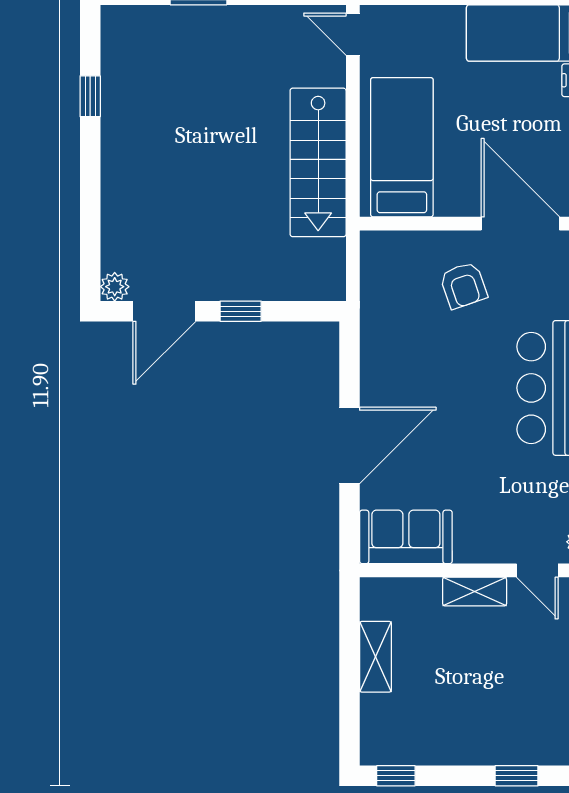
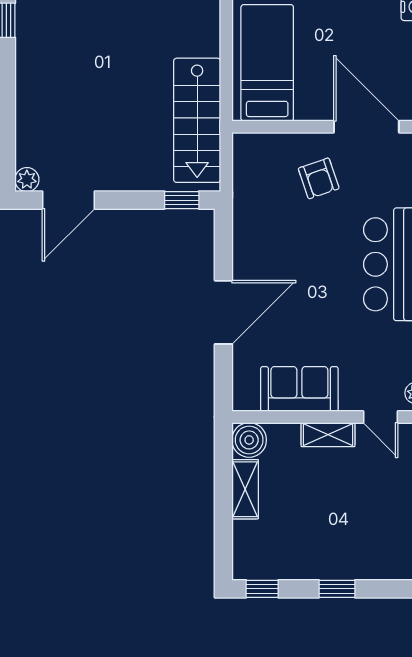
stairs: (318, 162) -> (197, 120), moved
window: (241, 311) -> (182, 200), moved
sofa: (406, 537) -> (299, 389), moved
boiler: (380, 598) -> (249, 440), added
window: (517, 776) -> (337, 589), moved

